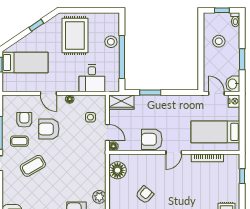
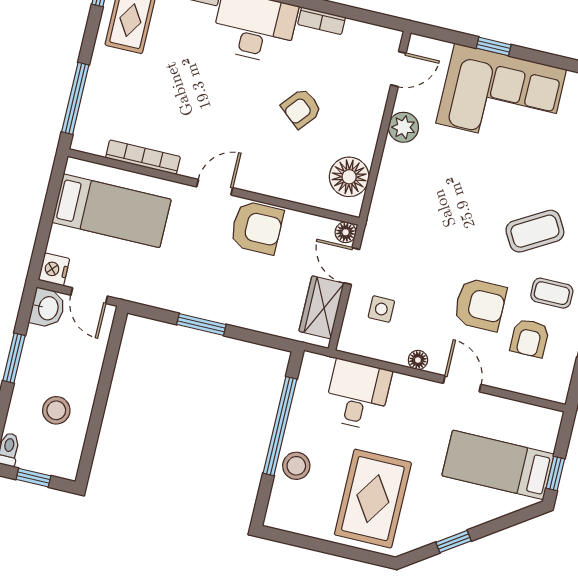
window: (150, 92) -> (201, 324), moved
wardrobe: (121, 102) -> (321, 307), moved, turned -90
window: (242, 176) -> (75, 98), width x2.17

